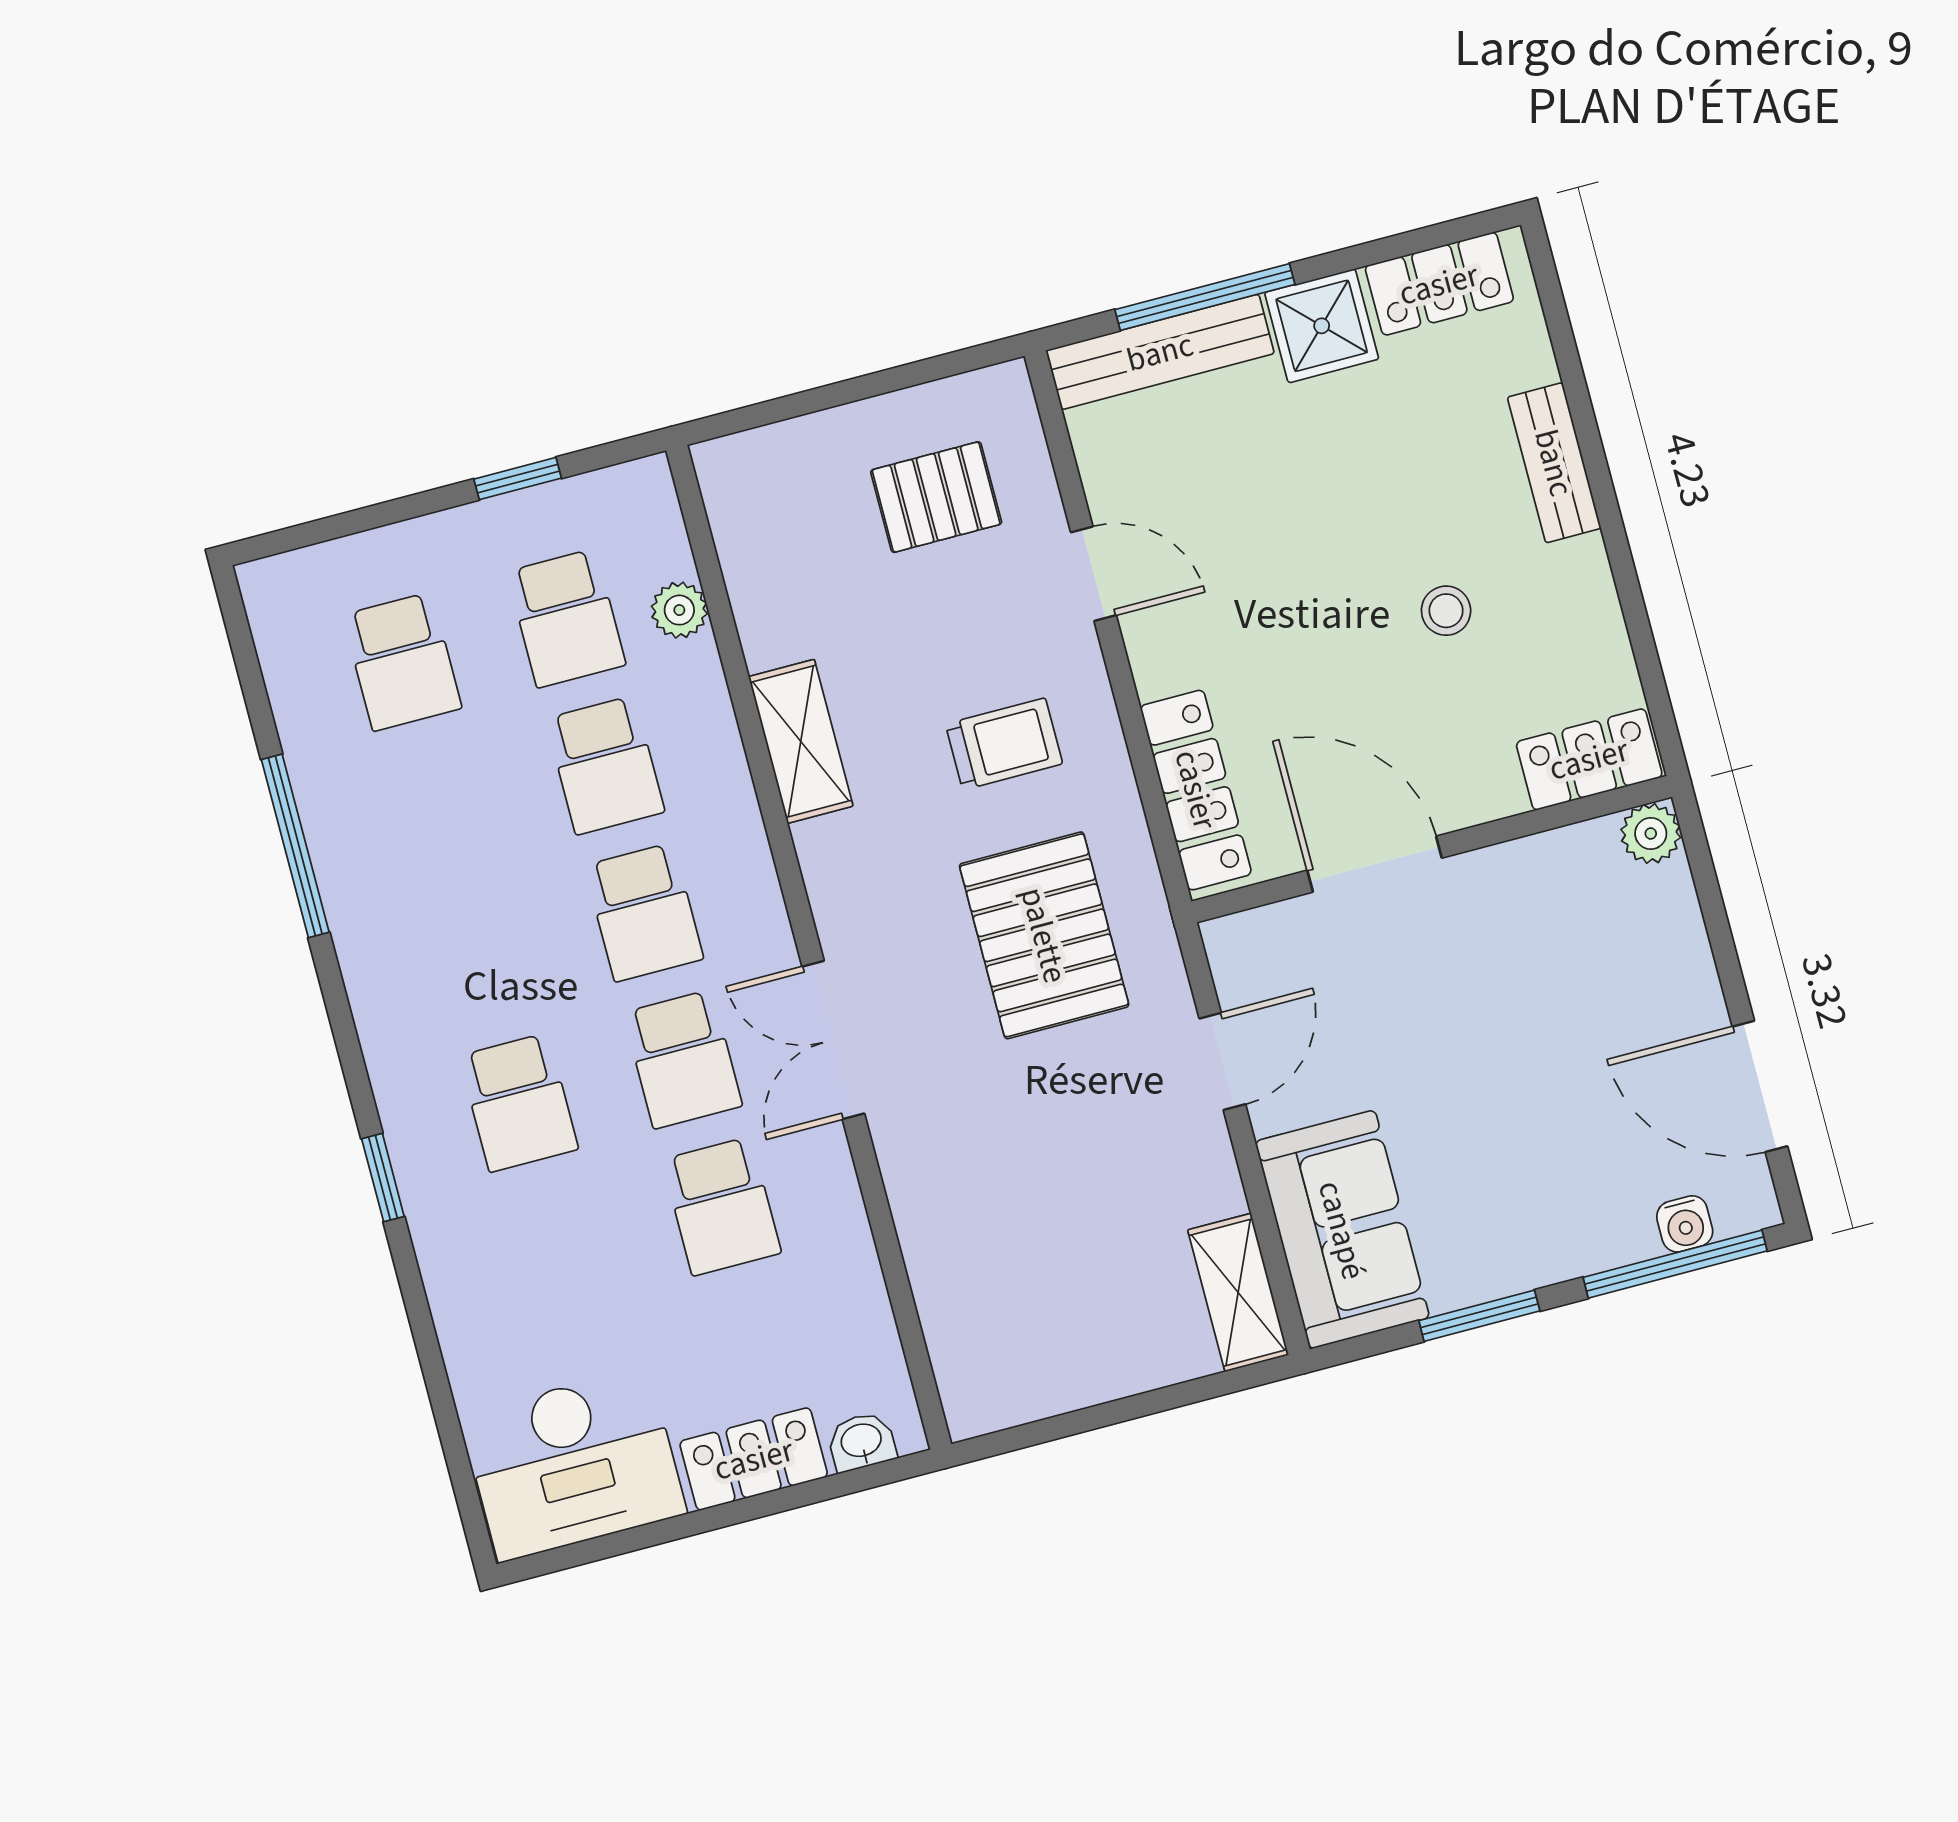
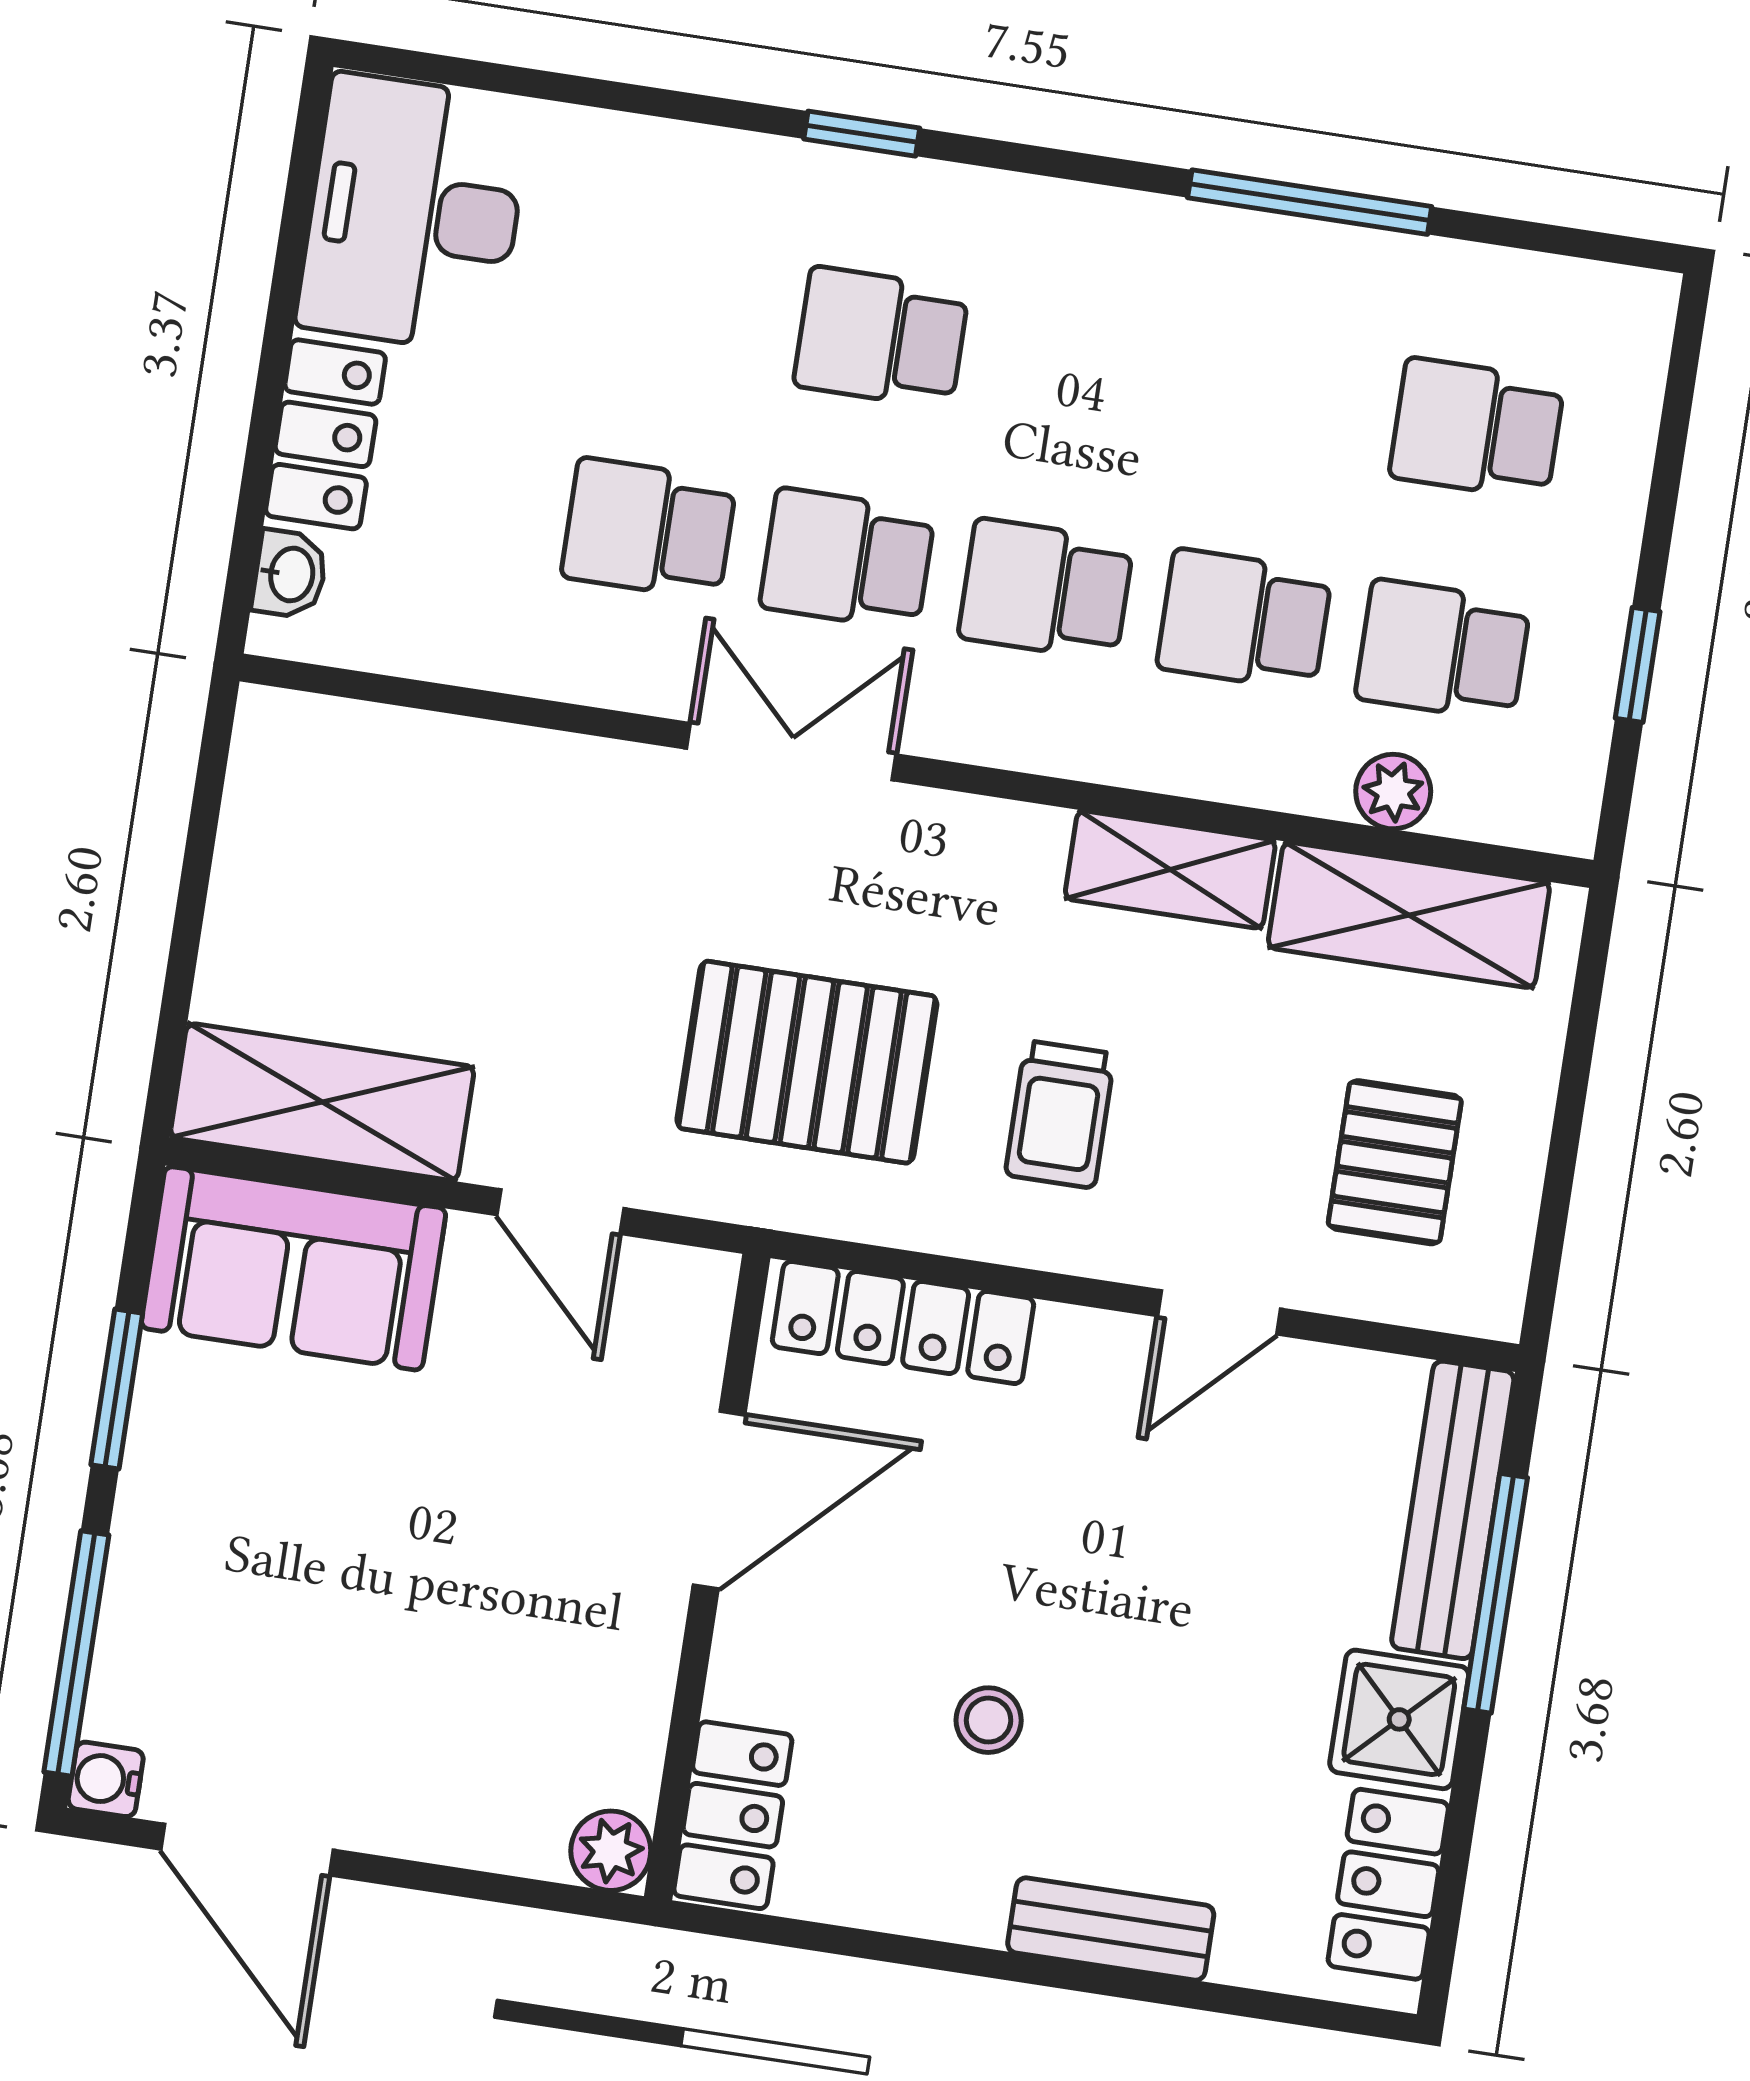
shelving: (760, 562) -> (1409, 915), added
door: (1760, 1086) -> (247, 1850), swing flipped
water cooler: (1685, 1224) -> (106, 1779), moved
shelving: (1238, 1292) -> (322, 1102), width x1.50, depth x1.33

